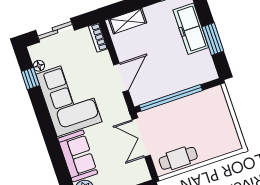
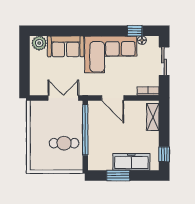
cafe table: (178, 158) -> (64, 143), moved, turned 90

